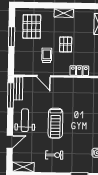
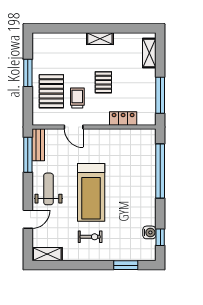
pallet: (32, 27) -> (51, 91), moved
treadmill: (55, 123) -> (91, 192), width x1.37, depth x1.38

